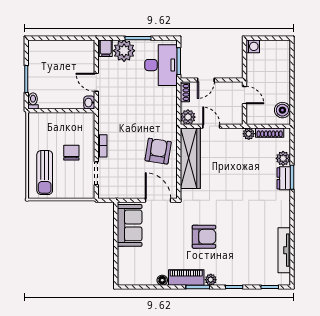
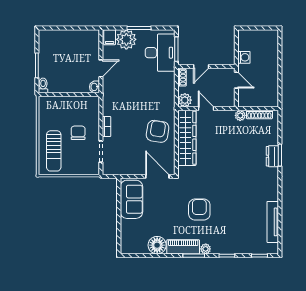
washing machine: (253, 46) -> (244, 57), moved
door: (96, 82) -> (101, 68), swing flipped
boiler: (282, 110) -> (271, 94), removed
plant: (283, 158) -> (272, 138), removed
armchair: (204, 237) -> (199, 210), turned -90
floor lamp: (162, 280) -> (157, 245), width x1.89, depth x1.89

